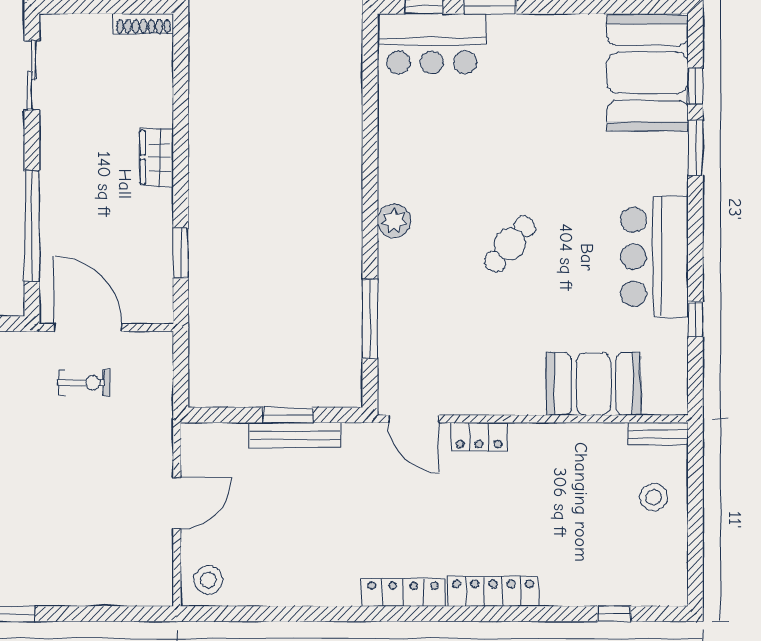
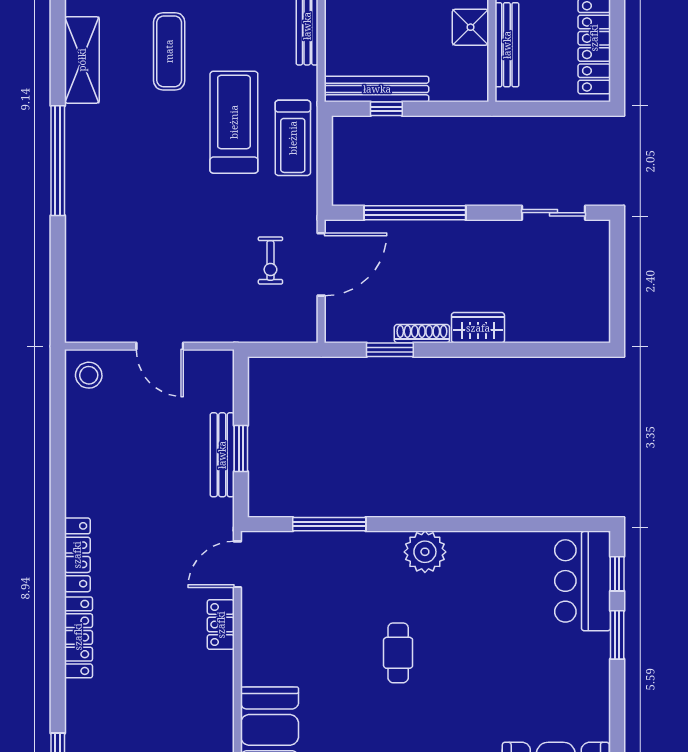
shoe rack: (144, 24) -> (422, 334), moved, turned 90
plant: (394, 221) -> (425, 552), width x1.36, depth x1.36
cafe table: (510, 244) -> (398, 653), turned 50

